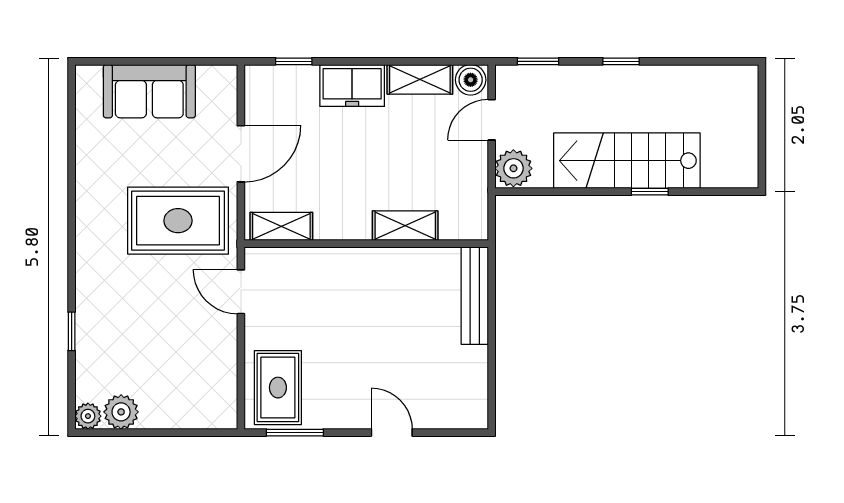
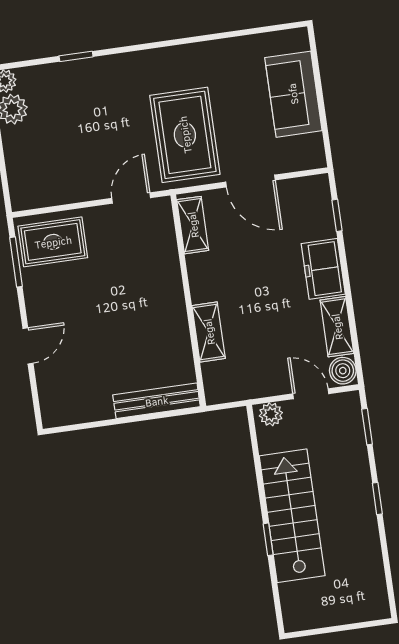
plant: (513, 168) -> (271, 414), width x0.73, depth x0.73

